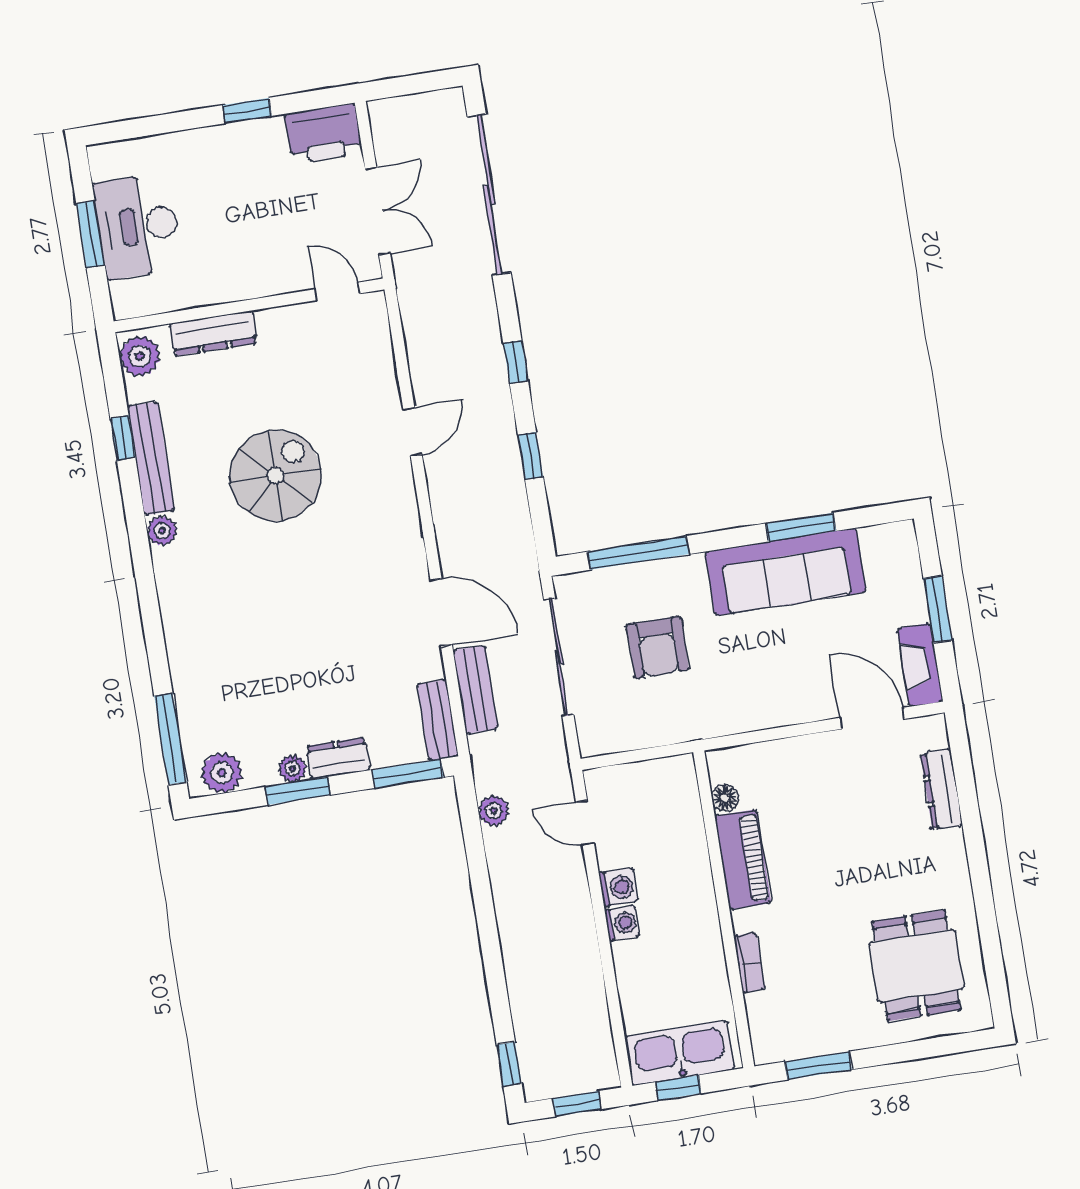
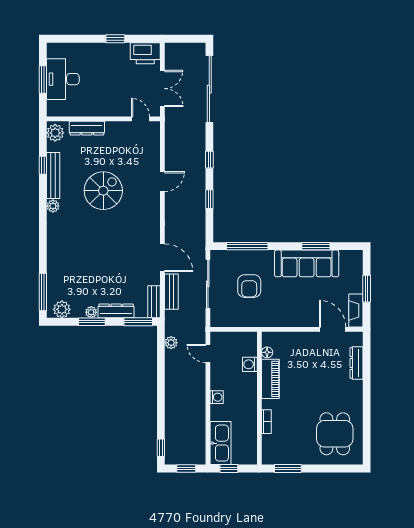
dresser: (338, 758) -> (116, 311), width x1.44
washing machine: (618, 887) -> (250, 364), moved, turned 180
kitchen sink: (680, 1053) -> (220, 443), moved, turned 90

